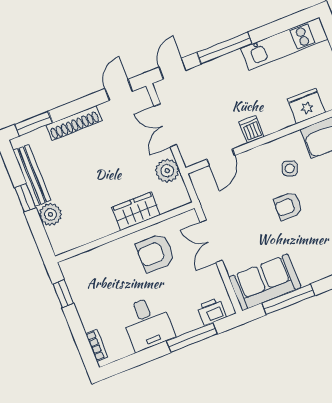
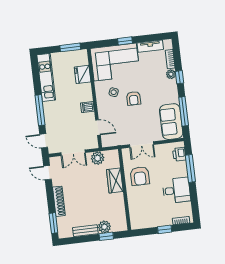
bench: (32, 175) -> (85, 231), width x0.73
window: (25, 198) -> (106, 236), moved
window: (63, 294) -> (165, 229), moved

